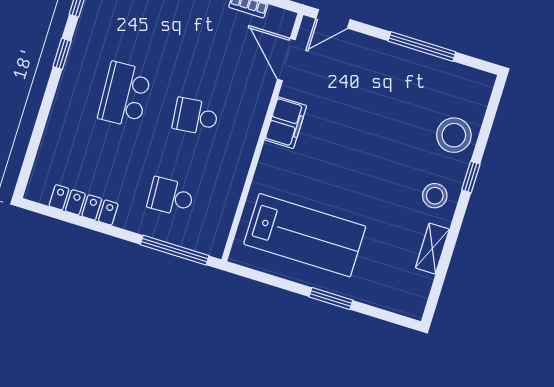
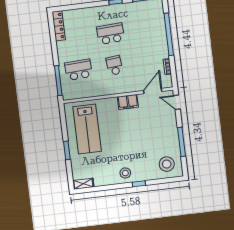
stool: (454, 135) -> (167, 164), moved
school desk: (171, 197) -> (79, 70), width x1.85
locker: (84, 205) -> (59, 26), moved
shelving: (432, 249) -> (83, 184), moved

